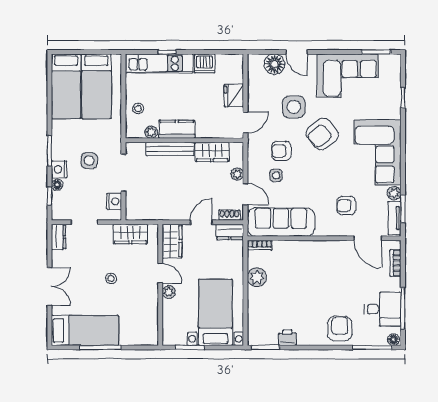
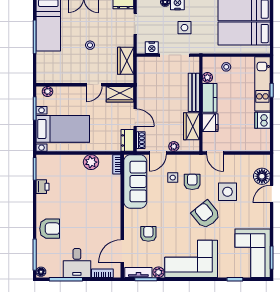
corner sofa: (348, 76) -> (253, 253), moved
fridge: (234, 95) -> (210, 123), moved, turned 90
plant: (169, 292) -> (47, 91), moved
desk: (383, 309) -> (77, 263), moved

